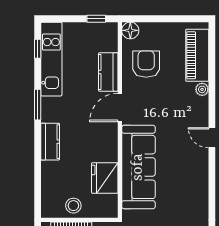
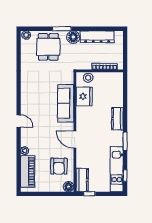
kitchen counter: (108, 72) -> (82, 180), moved
door: (120, 108) -> (75, 140), swing flipped
sofa: (138, 167) -> (66, 103), width x0.74, depth x0.79
stool: (73, 206) -> (88, 78), moved

